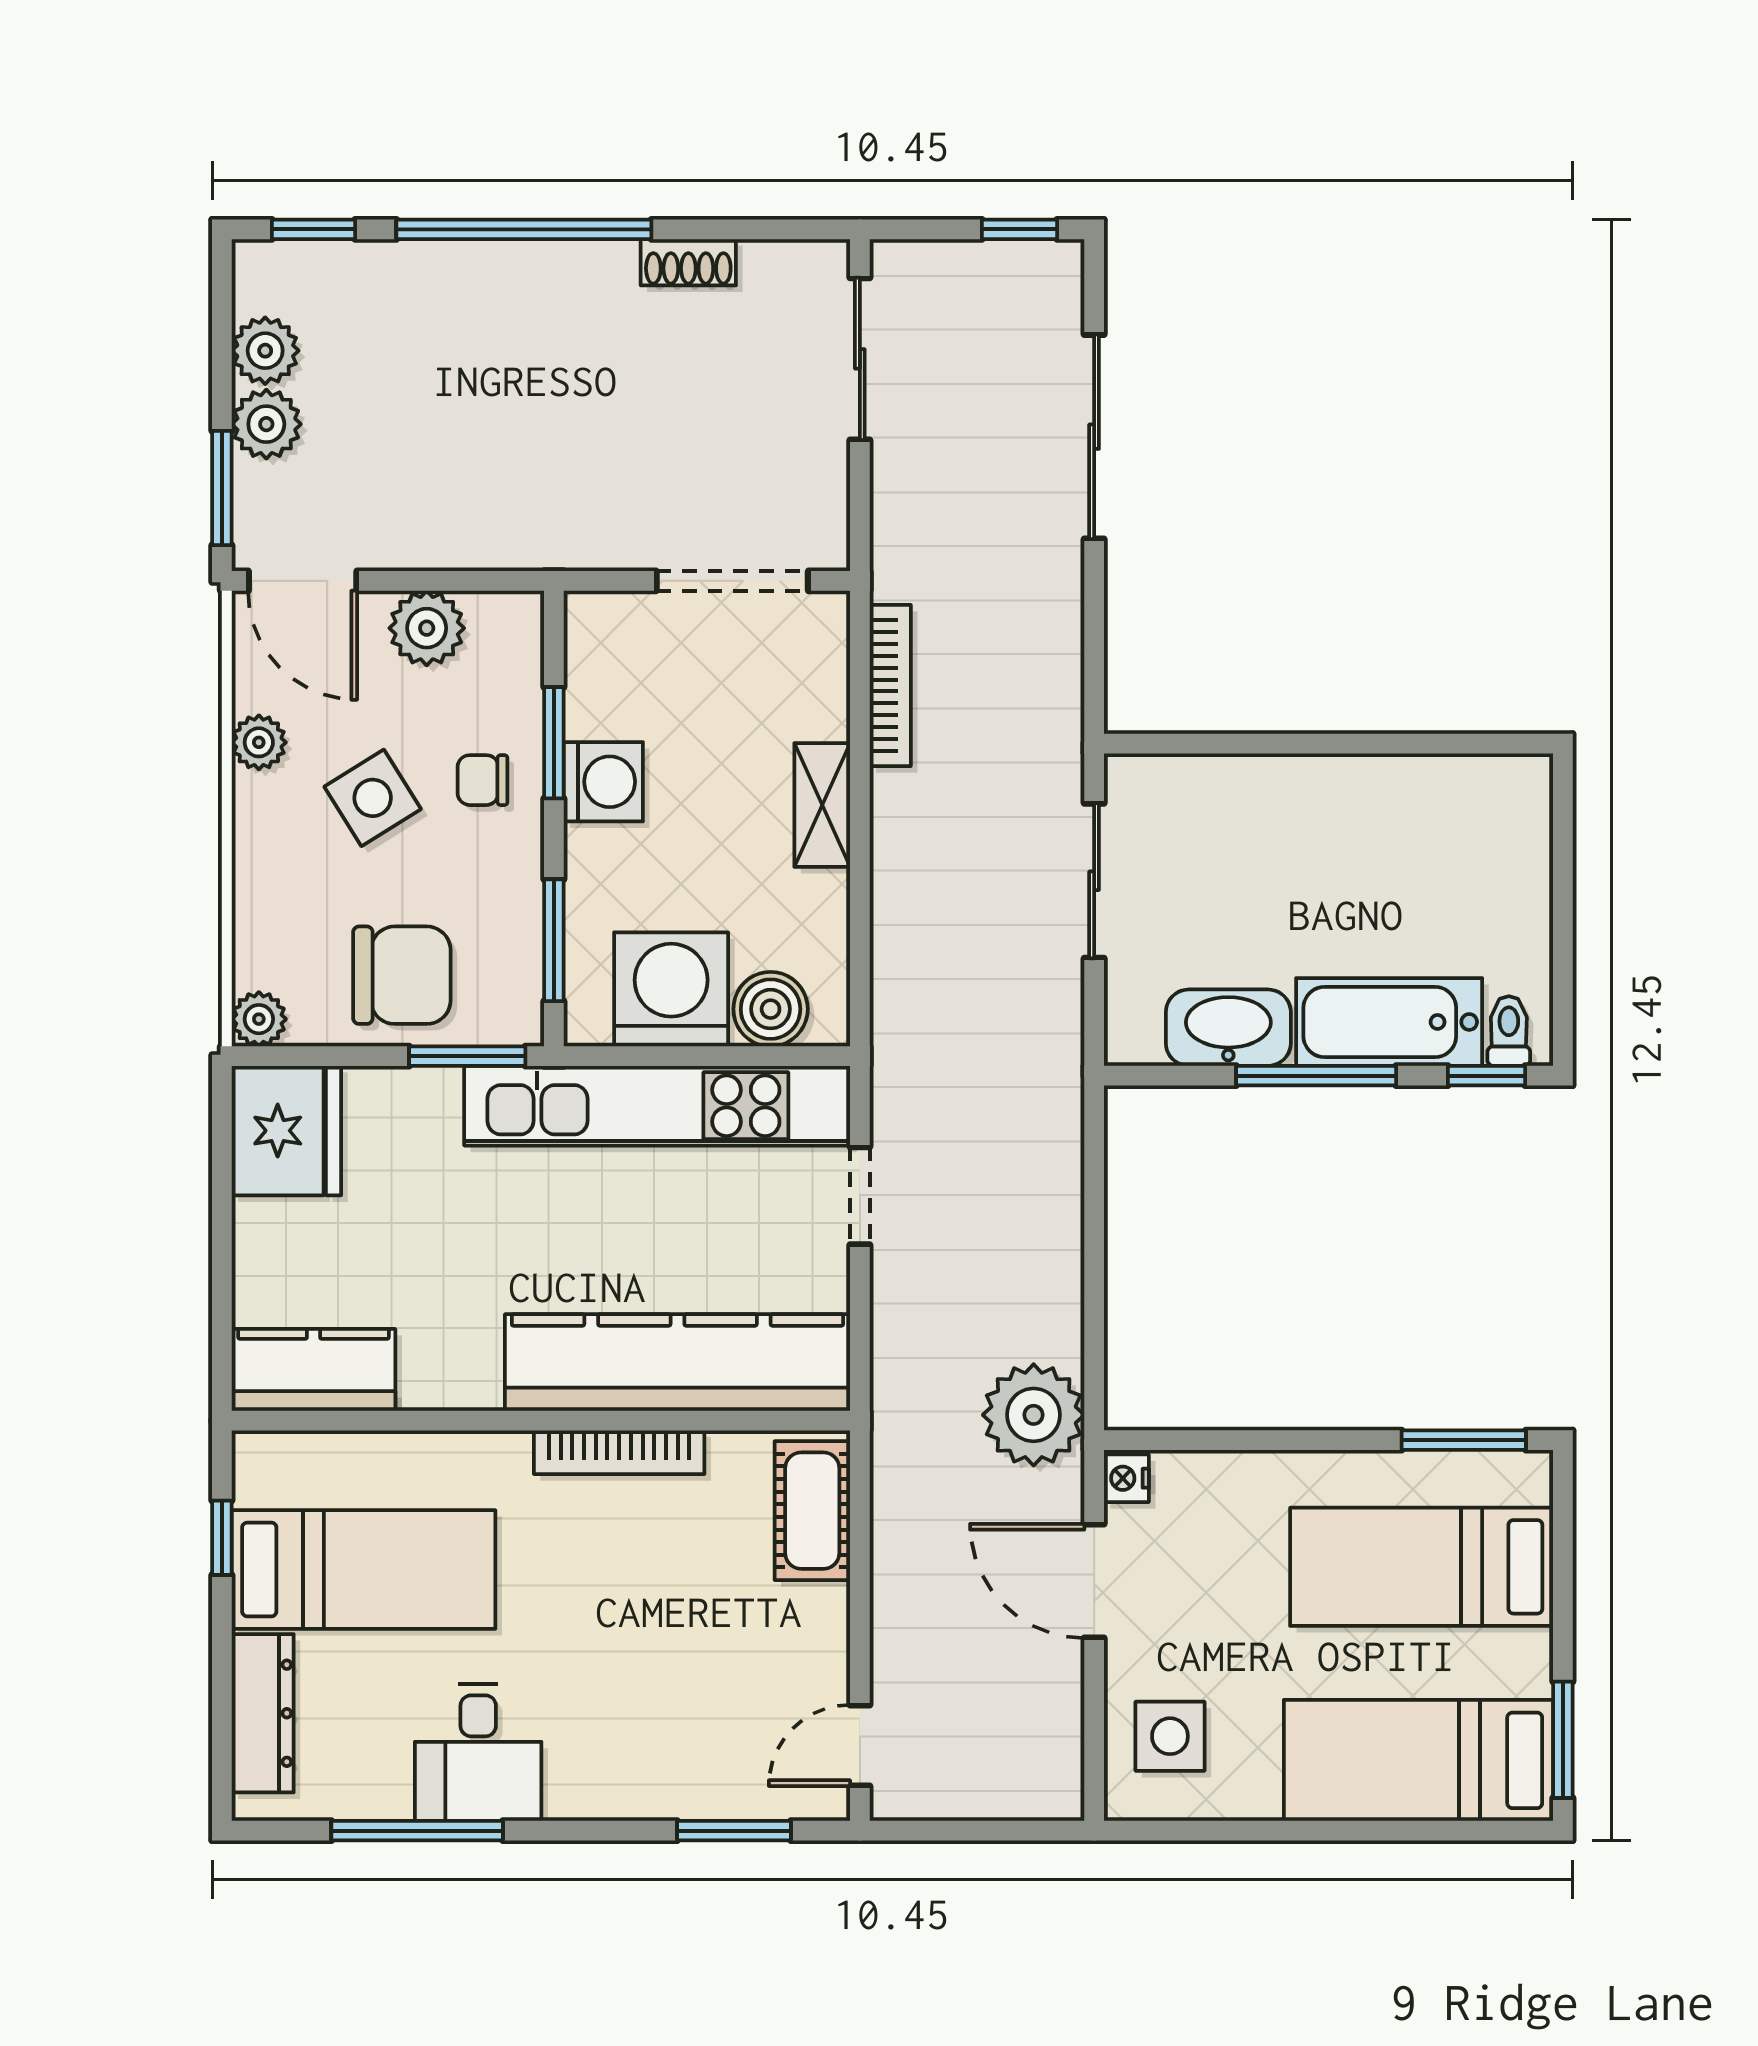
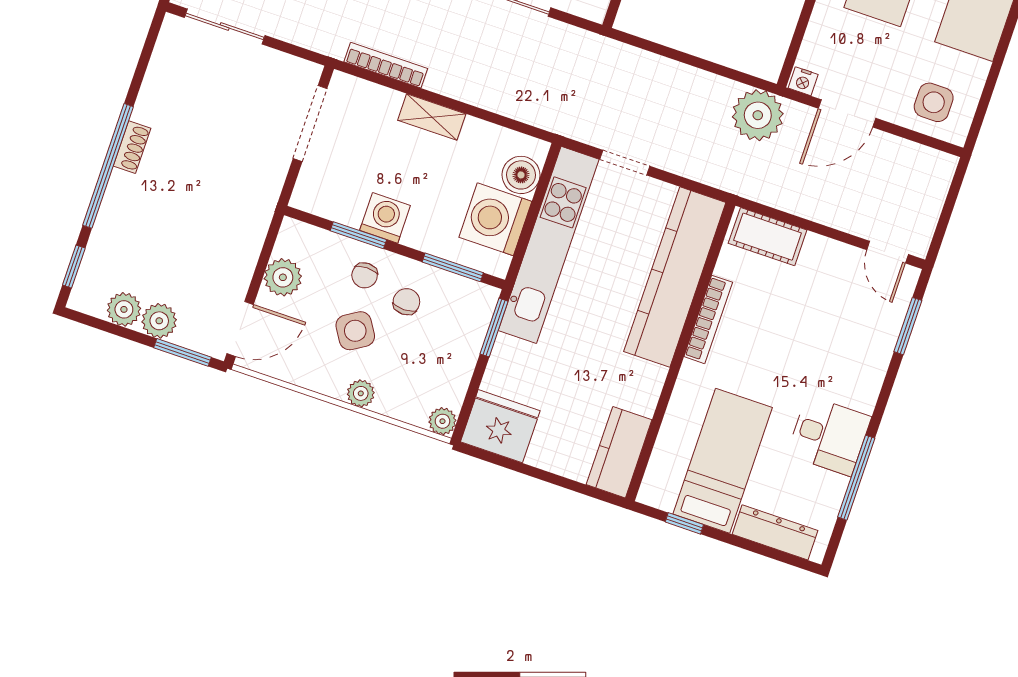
shoe rack: (688, 262) -> (132, 147), moved
plant: (259, 742) -> (361, 393), moved
chair: (402, 975) -> (406, 302), moved, width x0.54, depth x0.54

